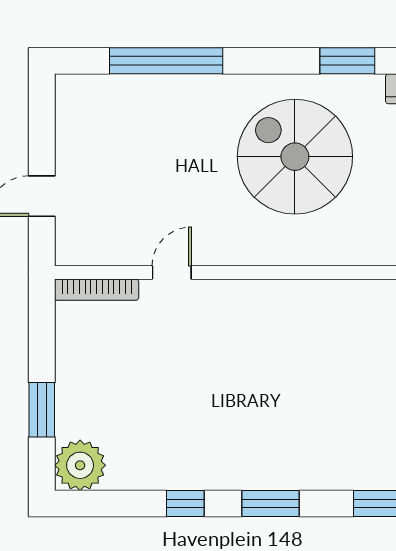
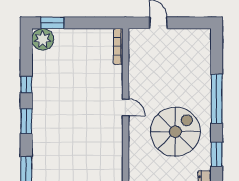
window: (166, 61) -> (217, 99), moved
door: (172, 273) -> (126, 107), moved
window: (42, 410) -> (52, 23), moved

